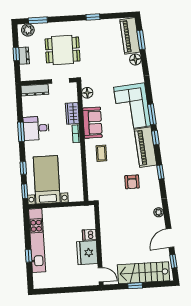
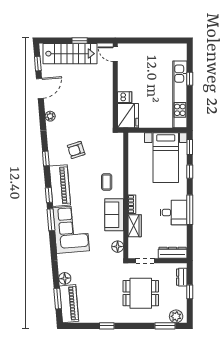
dresser: (24, 56) -> (182, 277), moved
window: (21, 132) -> (190, 210), width x1.44
armchair: (132, 182) -> (76, 150), turned -108
fridge: (87, 253) -> (128, 116), moved

